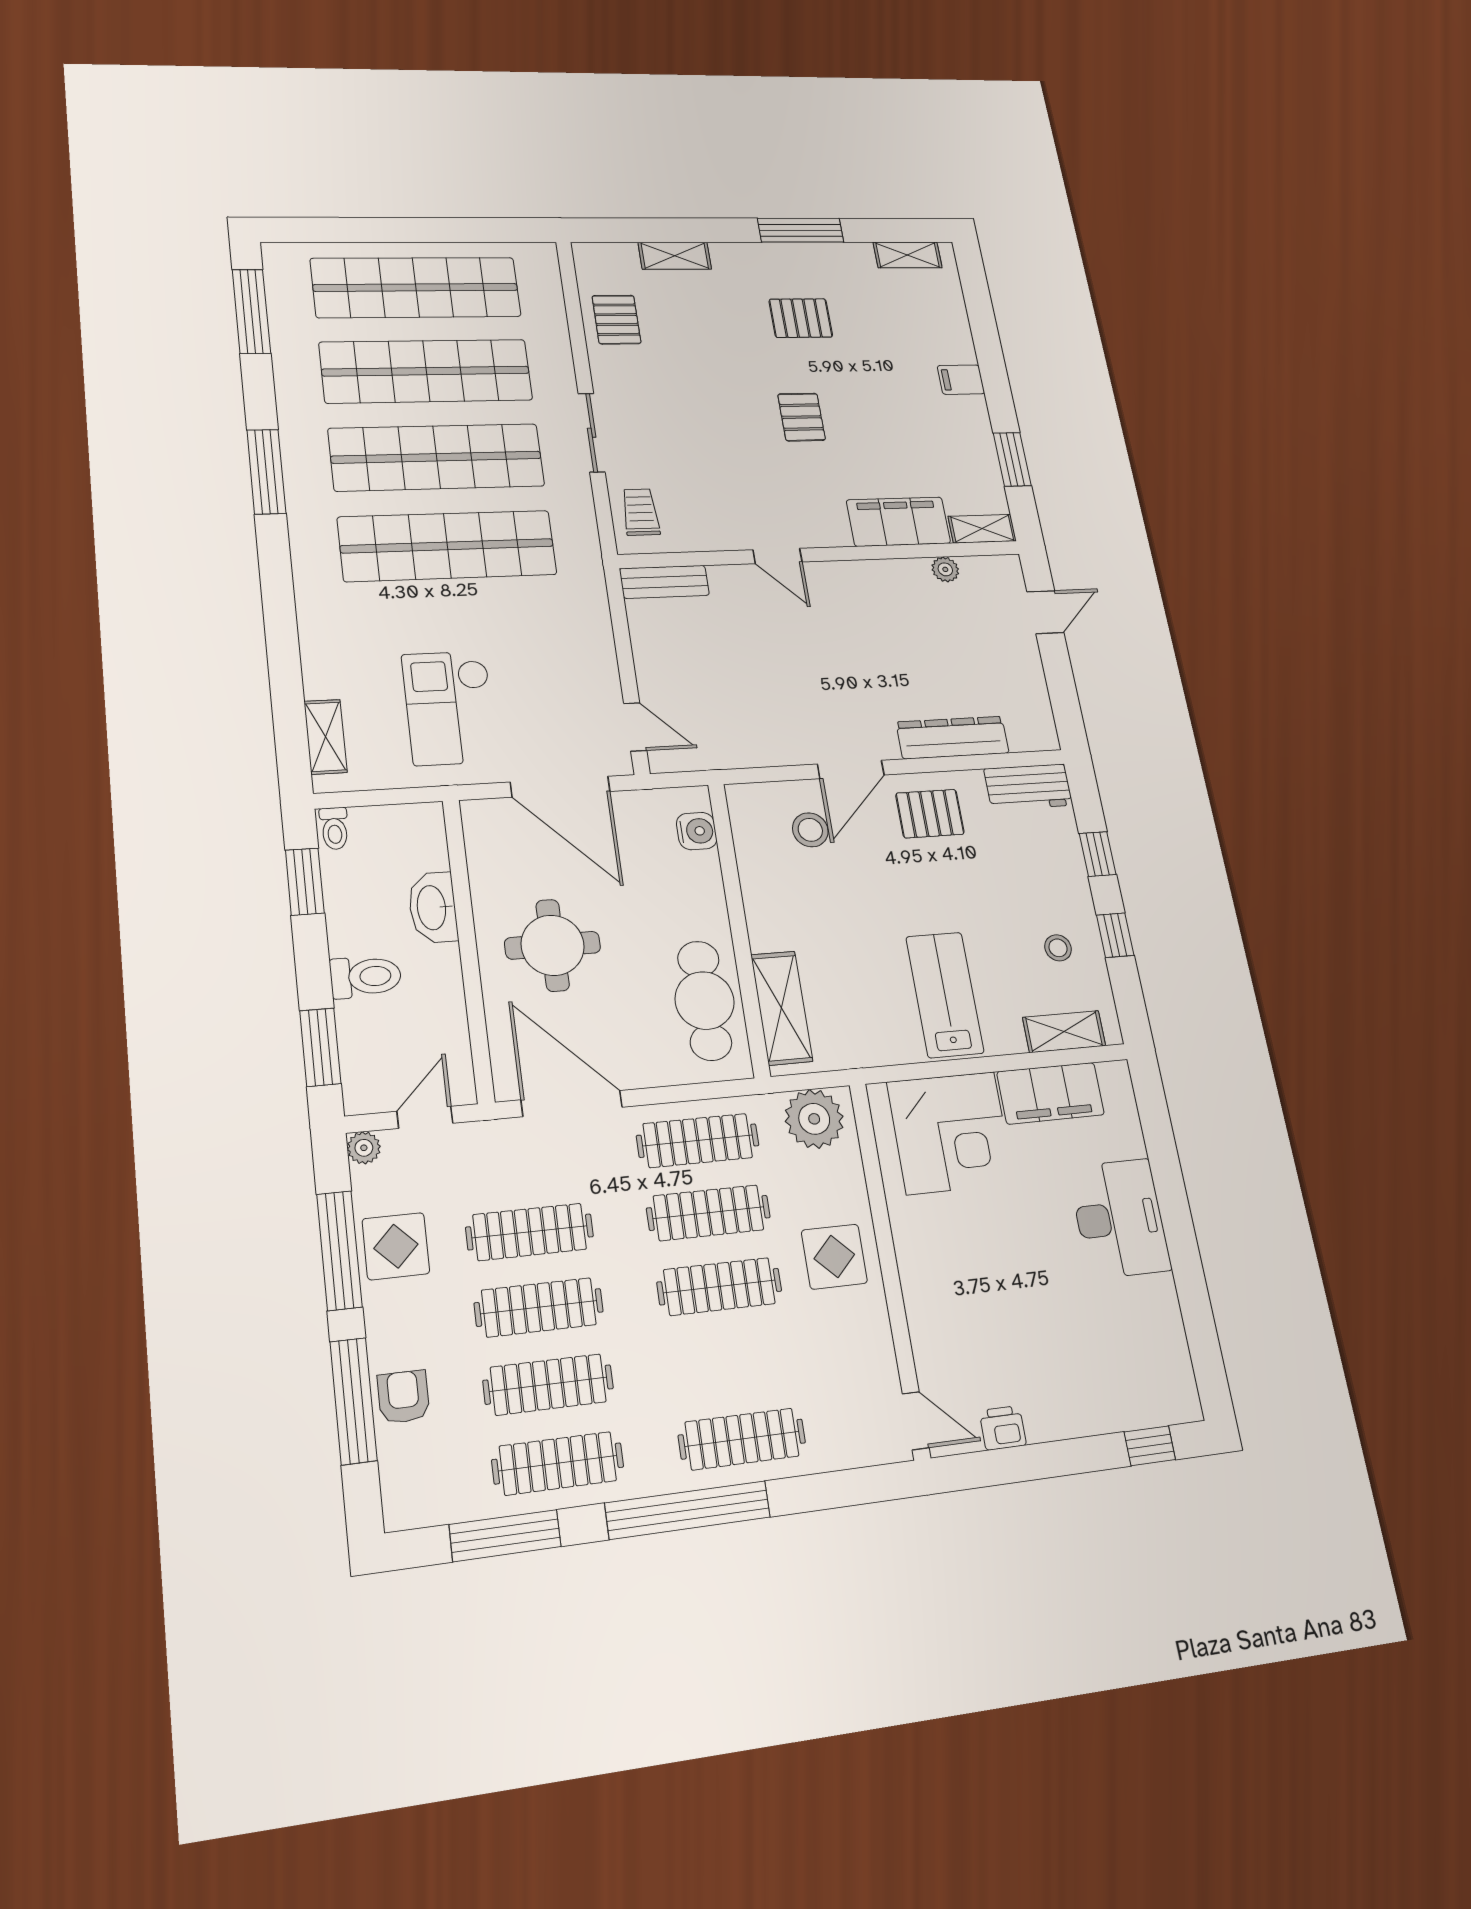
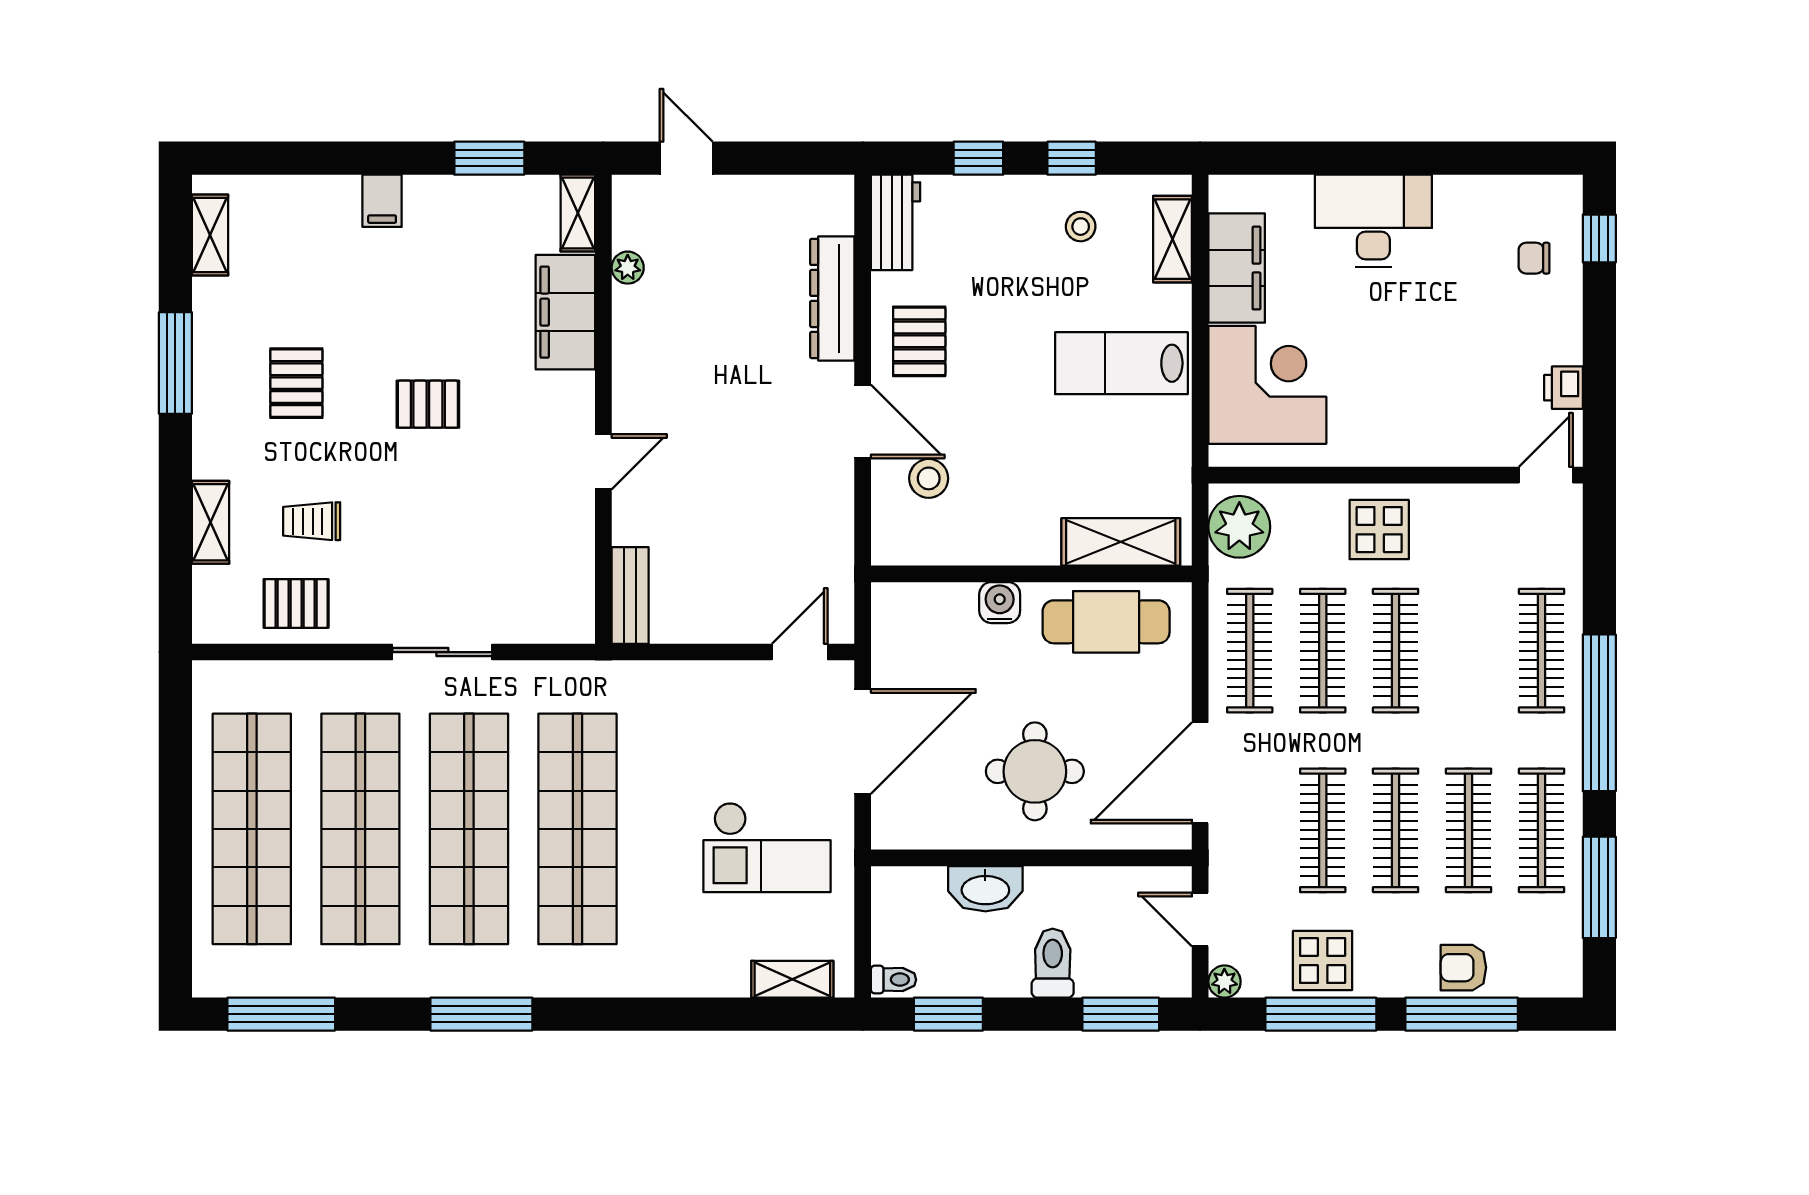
trolley: (640, 512) -> (312, 521), moved
water cooler: (697, 831) -> (1000, 603), moved
chair: (1118, 1381) -> (1534, 258), added

